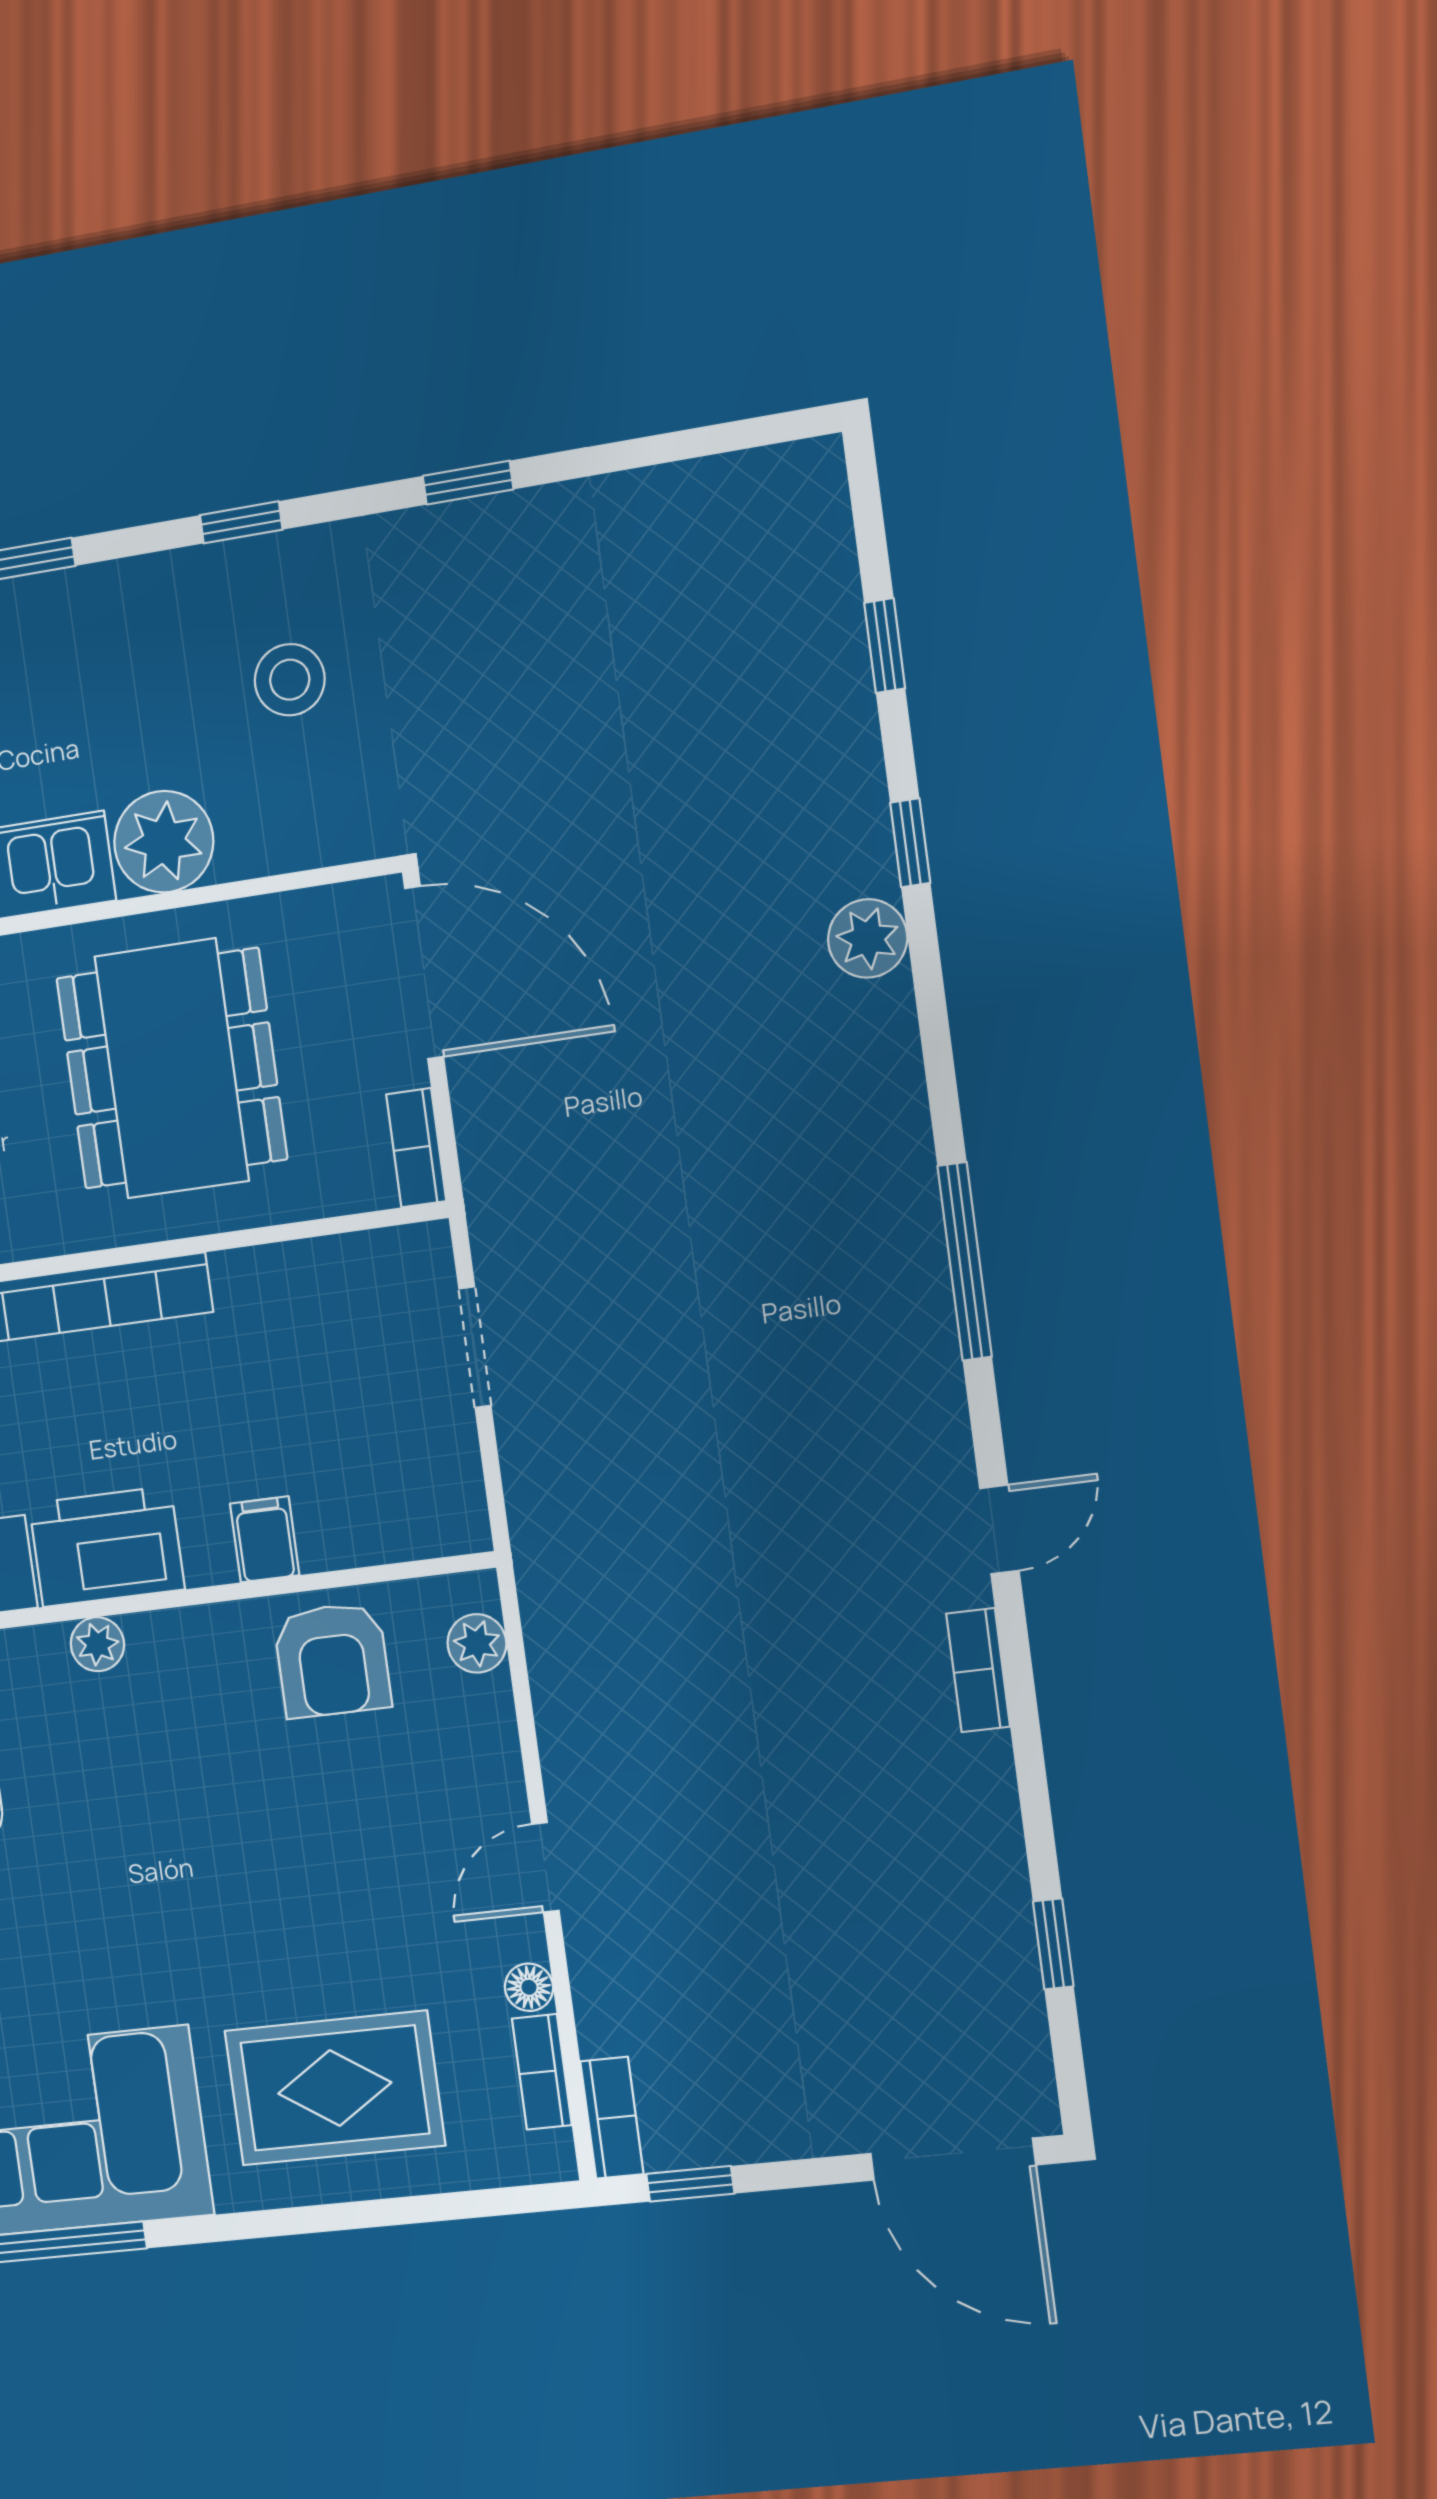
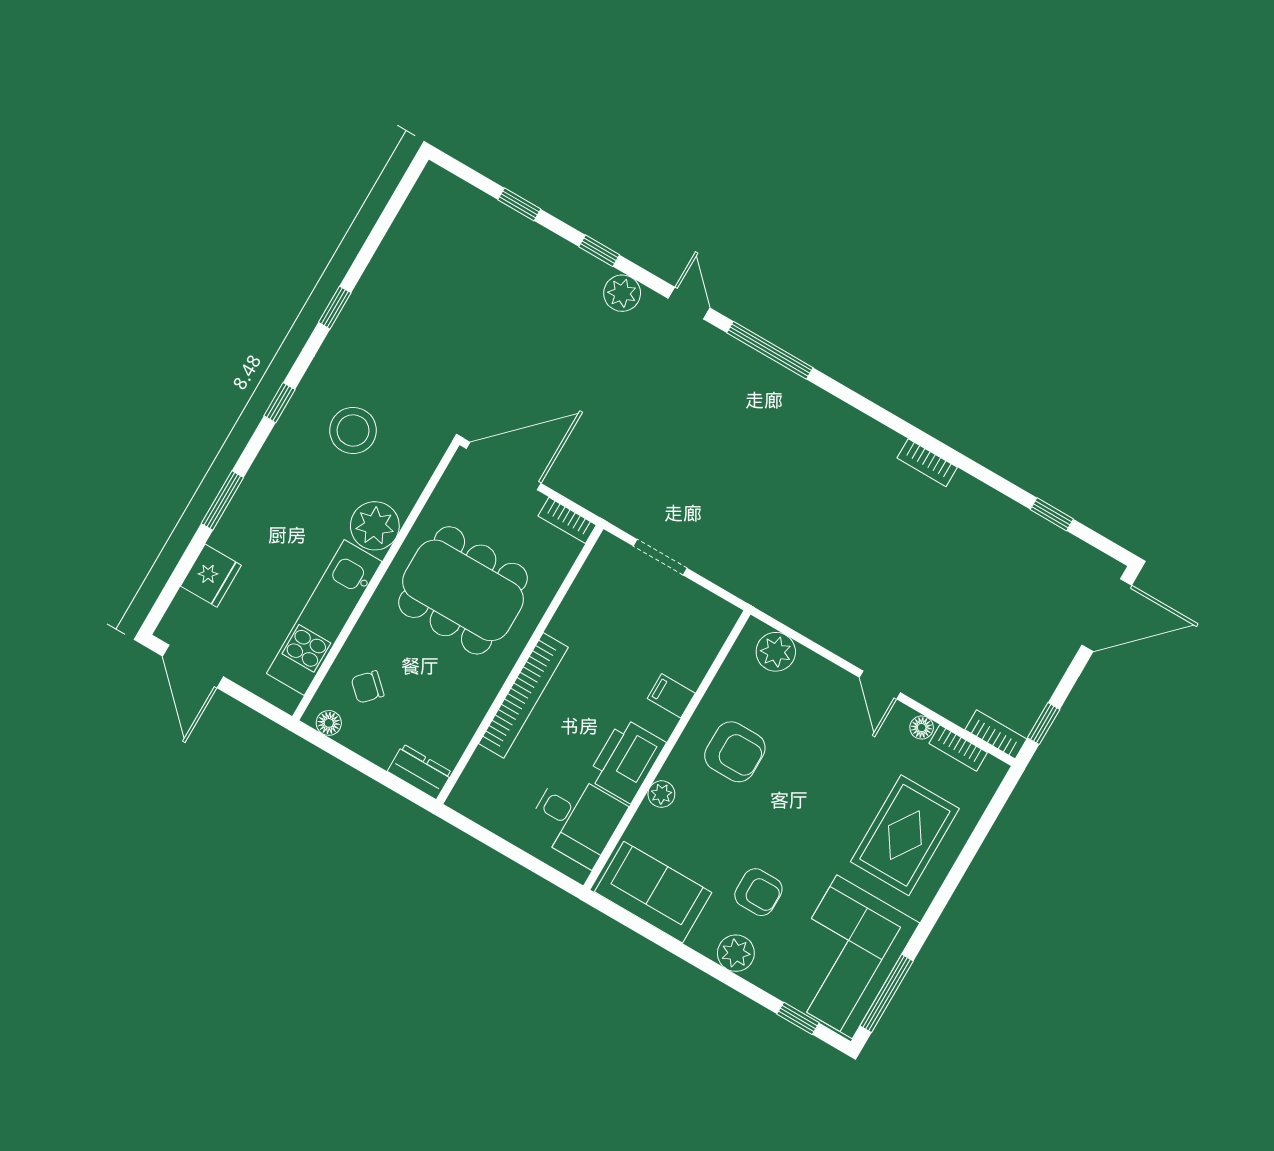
stool: (290, 680) -> (353, 430), width x1.38, depth x1.38
door: (999, 1529) -> (689, 303), moved
plant: (477, 1643) -> (776, 652), width x1.38, depth x1.38
armchair: (332, 1660) -> (735, 752), moved
armchair: (64, 1918) -> (758, 892), added

